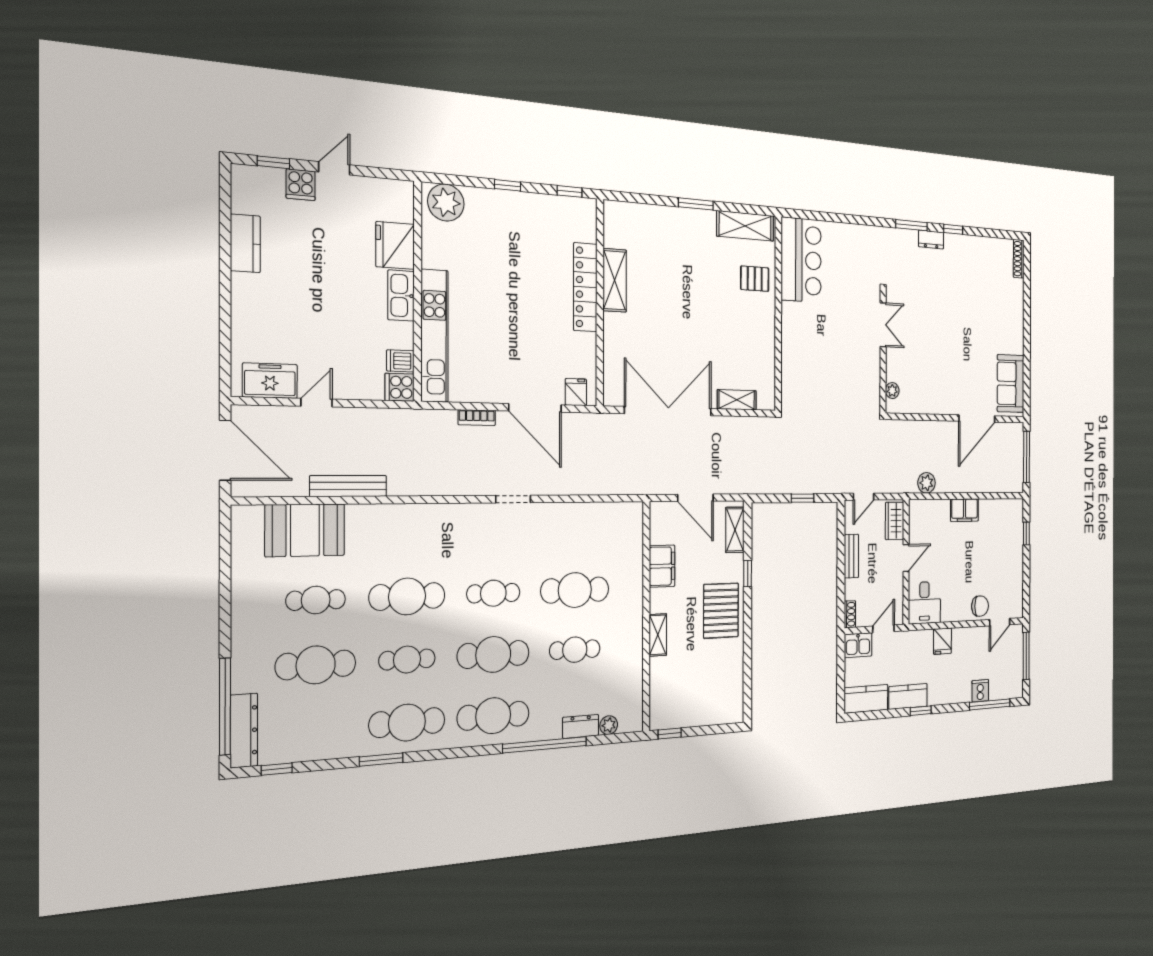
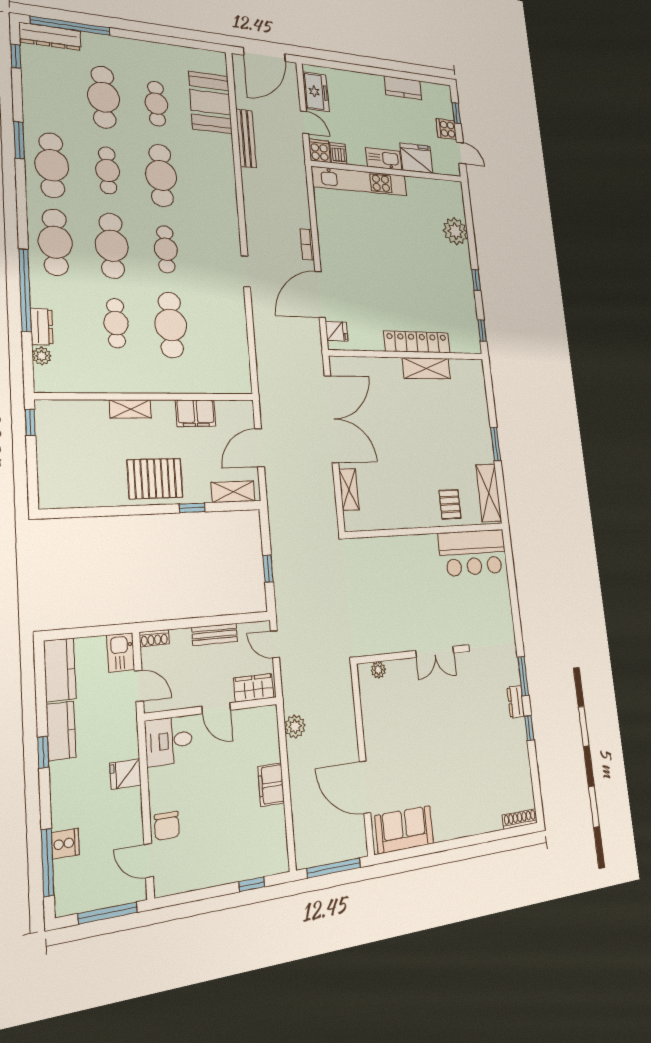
fridge: (395, 245) -> (416, 158), moved
wall: (418, 291) -> (388, 171), moved
kitchen sink: (401, 296) -> (384, 159), moved
kitchen unit: (434, 336) -> (360, 181), moved
dishwasher: (400, 361) -> (338, 153), moved
cooker: (400, 387) -> (319, 151), moved

